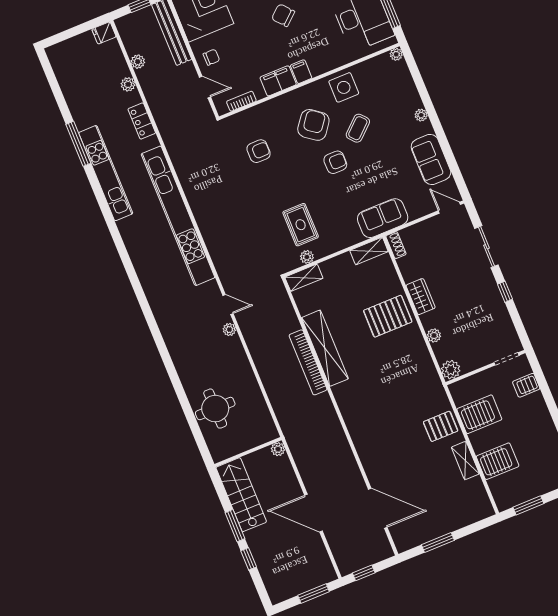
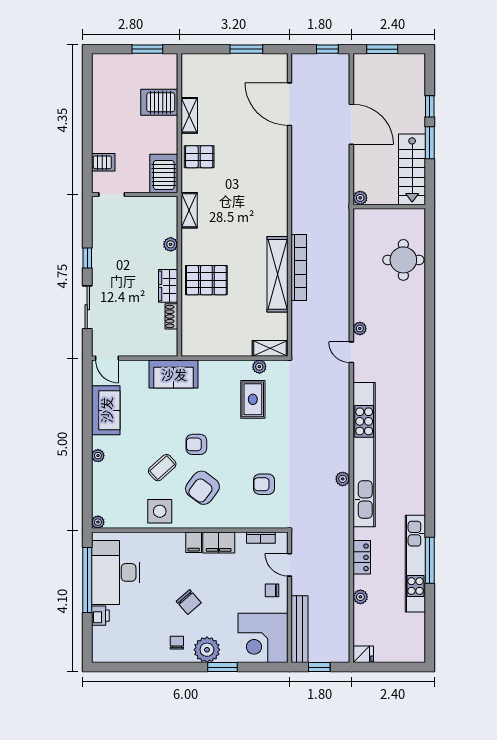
plant: (138, 62) -> (343, 479), moved
kitchen unit: (106, 173) -> (415, 564), moved
shoe rack: (396, 245) -> (171, 316), moved
shelving: (369, 251) -> (189, 210), moved, turned 90
plant: (451, 370) -> (168, 206), removed
server rack: (479, 414) -> (164, 173), moved, turned 90

